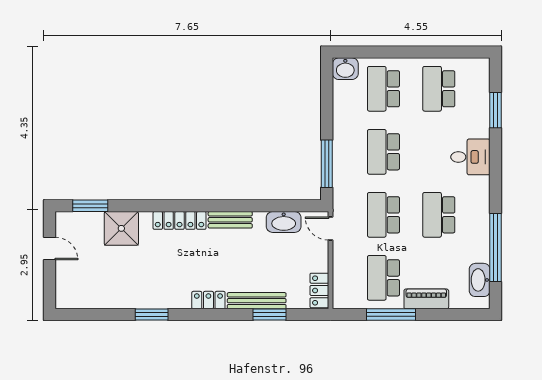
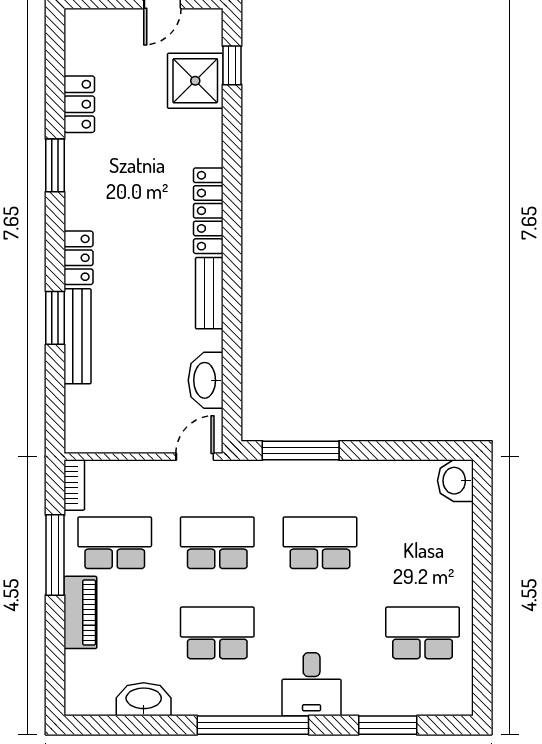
school desk: (383, 89) -> (423, 543), removed
window: (90, 206) -> (232, 65), width x0.67
shower: (121, 228) -> (195, 81), moved
window: (495, 247) -> (253, 725), moved
washbasin: (480, 280) -> (144, 699), moved
locker: (319, 290) -> (79, 104), moved, turned 90
bookcase: (348, 303) -> (74, 485), added
window: (269, 315) -> (55, 318), moved

